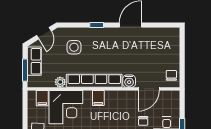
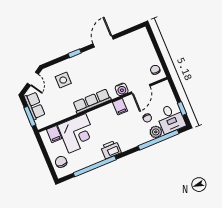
row of seats: (94, 81) -> (92, 101), width x0.73
plant: (60, 82) -> (64, 114), removed
filing cabinet: (98, 98) -> (120, 107), moved

